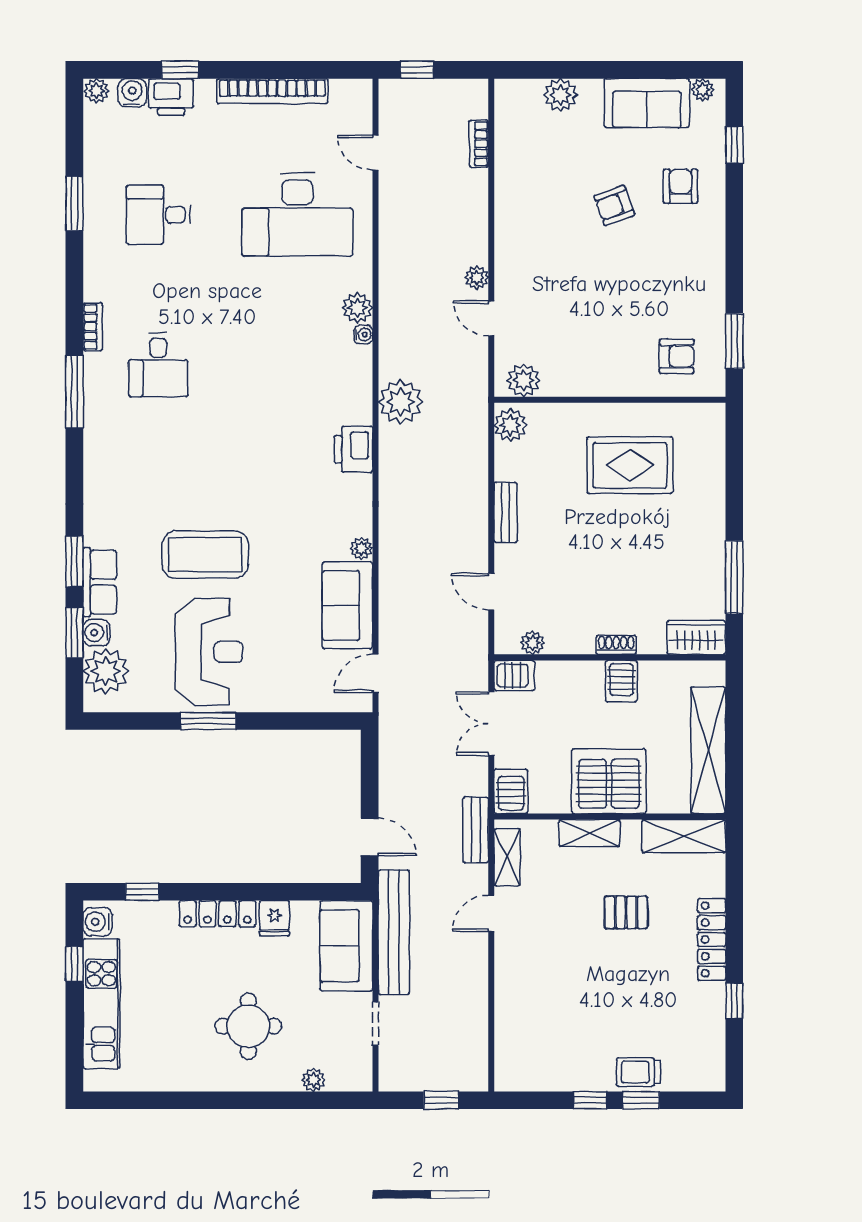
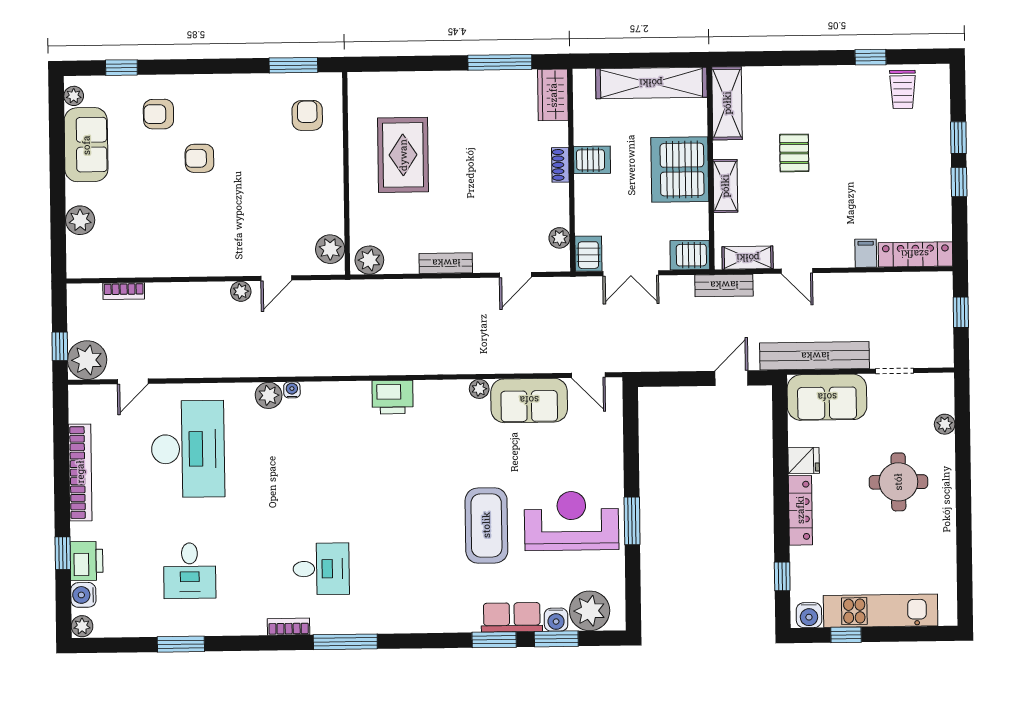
armchair: (614, 205) -> (199, 158), moved, turned 110
plant: (401, 402) -> (87, 360), moved
locker: (712, 939) -> (915, 254), moved, turned 180
filing cabinet: (510, 992) -> (866, 253), added
trolley: (638, 1072) -> (903, 89), moved

